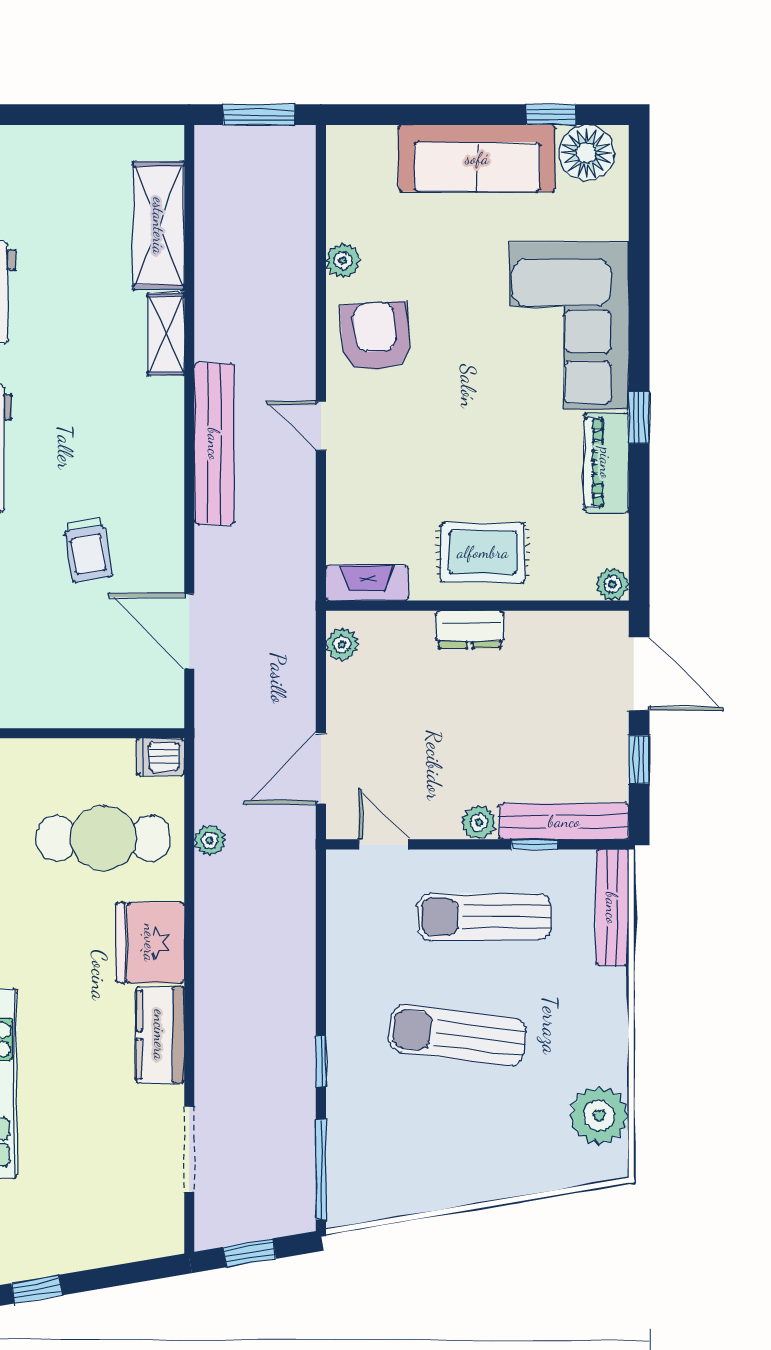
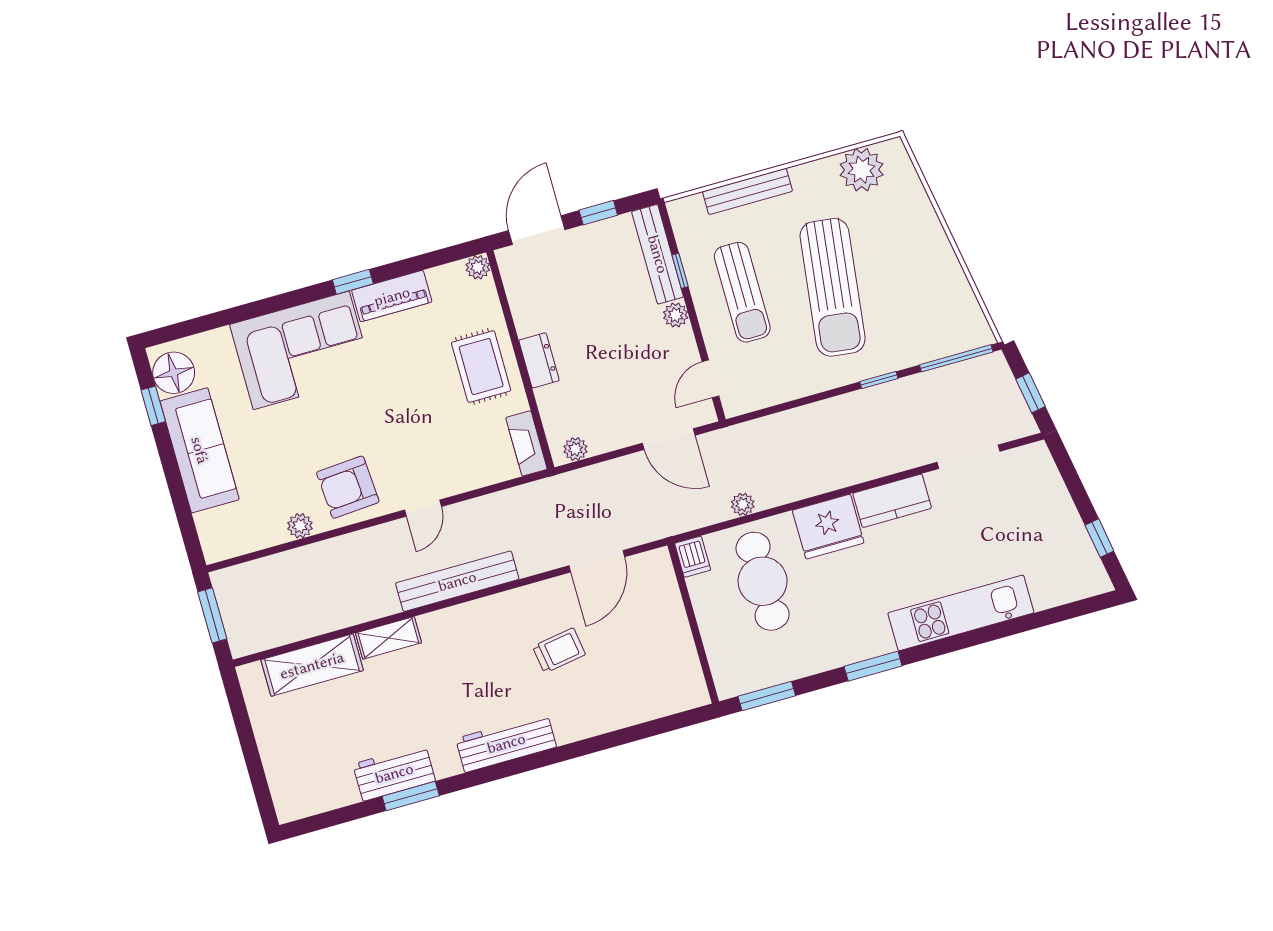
bench: (612, 908) -> (747, 191), moved
sun lounger: (458, 1035) -> (833, 287), width x1.36, depth x1.34

